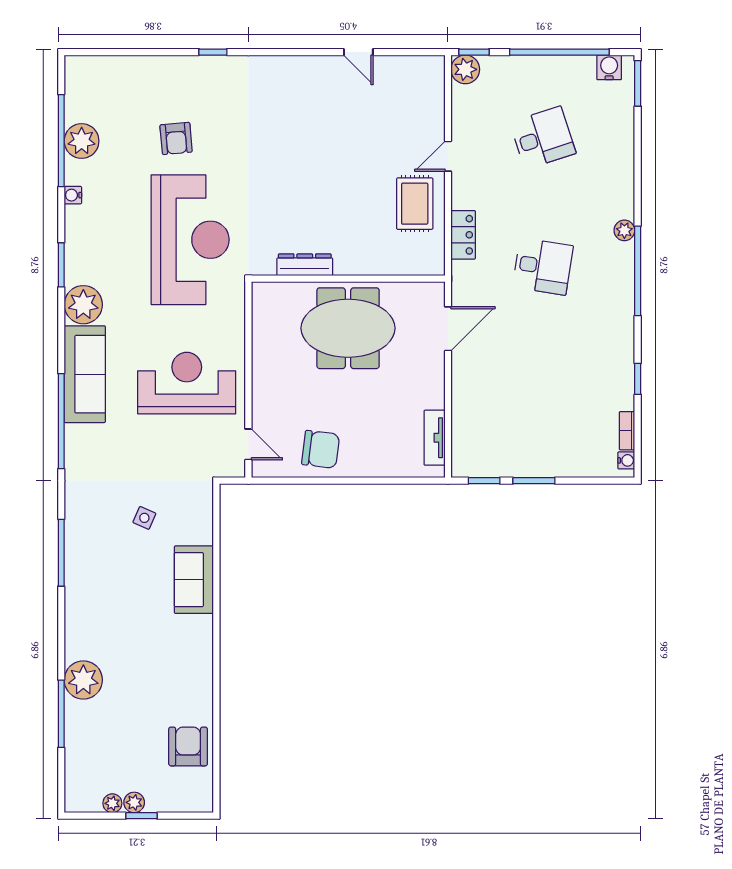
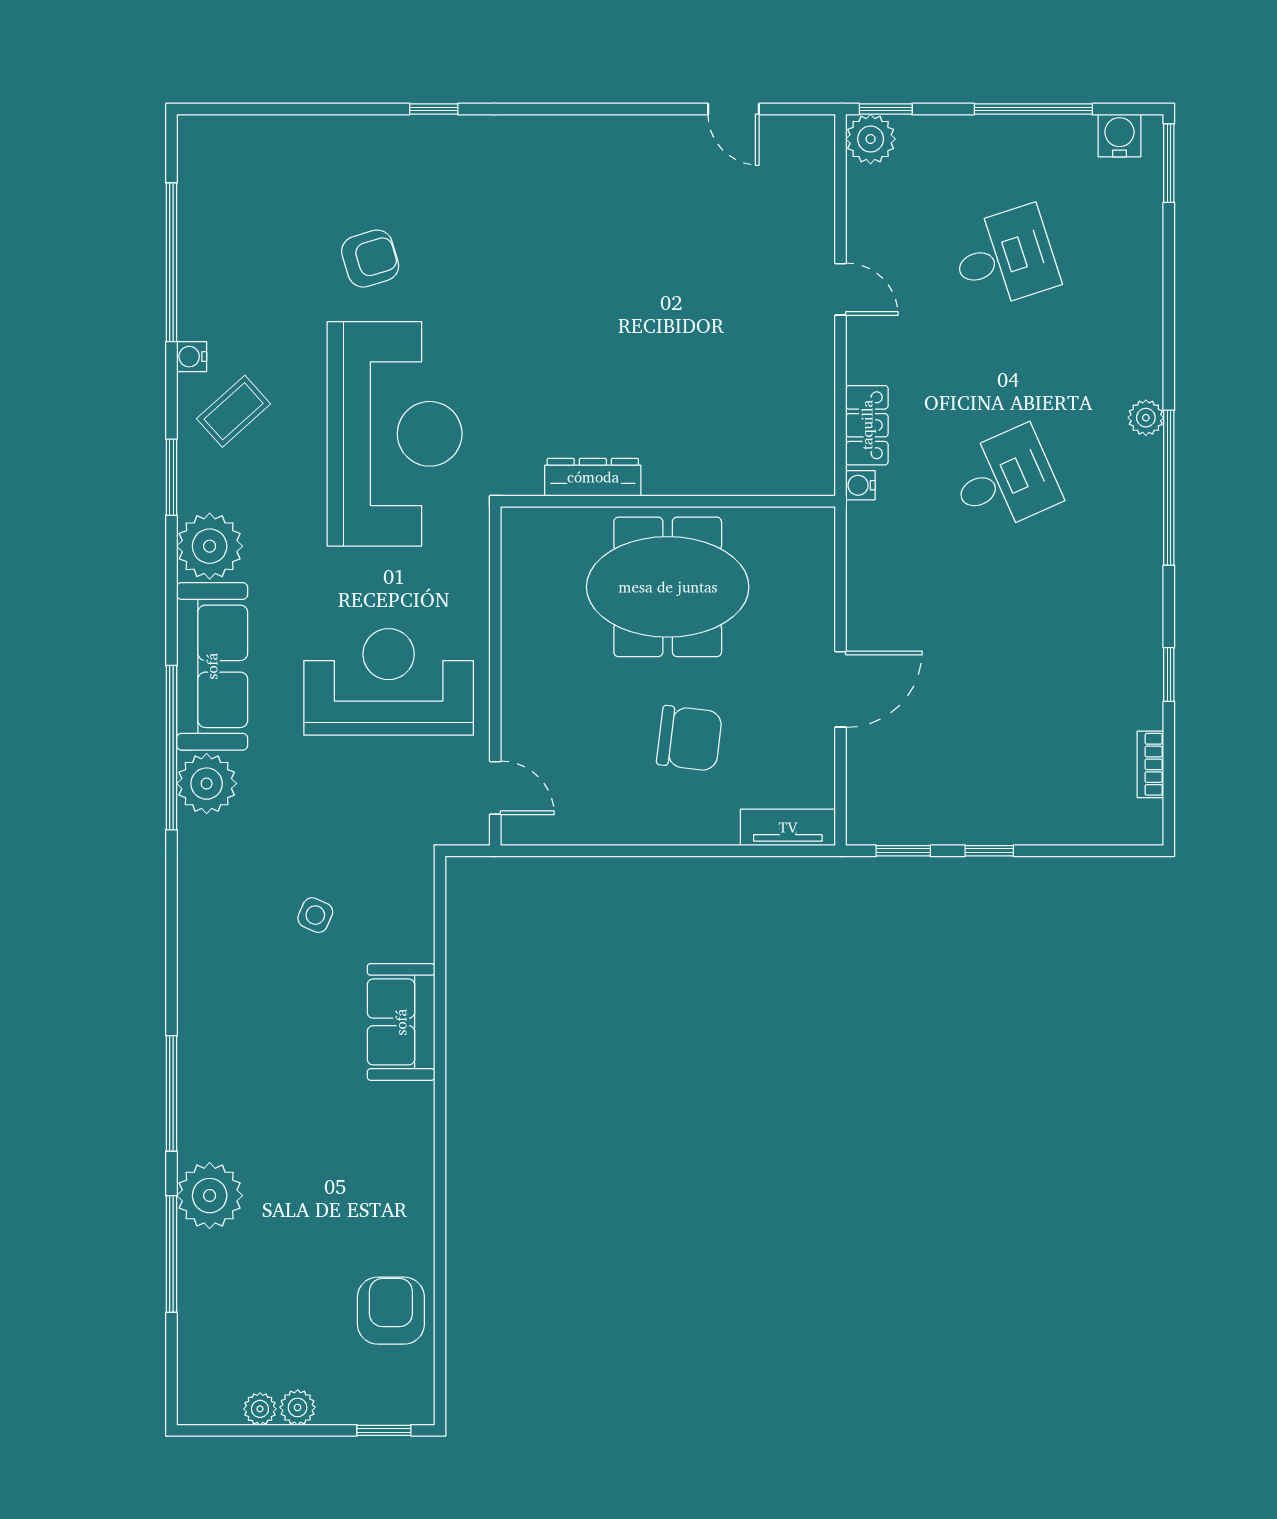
door: (358, 52) -> (734, 109), moved
window: (559, 52) -> (1033, 109), width x0.68
armchair: (176, 138) -> (370, 259), turned -102
plant: (82, 141) -> (207, 784), moved
door: (448, 156) -> (841, 289), swing flipped
rug: (415, 204) -> (783, 371), removed
coffee table: (97, 227) -> (234, 411), added
desk: (543, 266) -> (1005, 480), turned -33
door: (448, 329) -> (841, 689), moved
tv unit: (435, 438) -> (788, 827), moved, turned 90
chair: (321, 449) -> (689, 738), moved
water cooler: (626, 460) -> (860, 485), moved, turned 180
window: (534, 481) -> (989, 851), width x0.67
window: (61, 553) -> (171, 1093), moved
window: (142, 816) -> (384, 1430), moved

